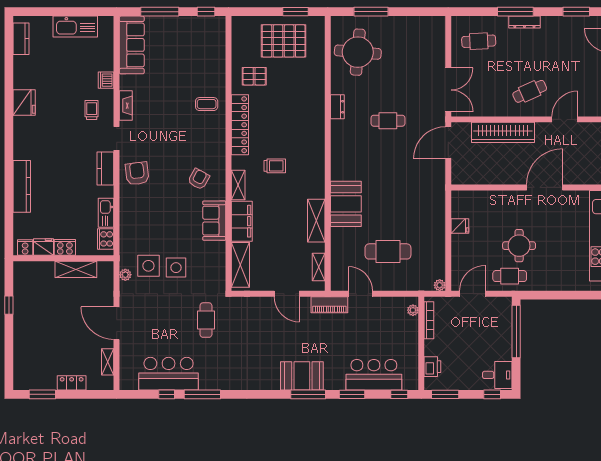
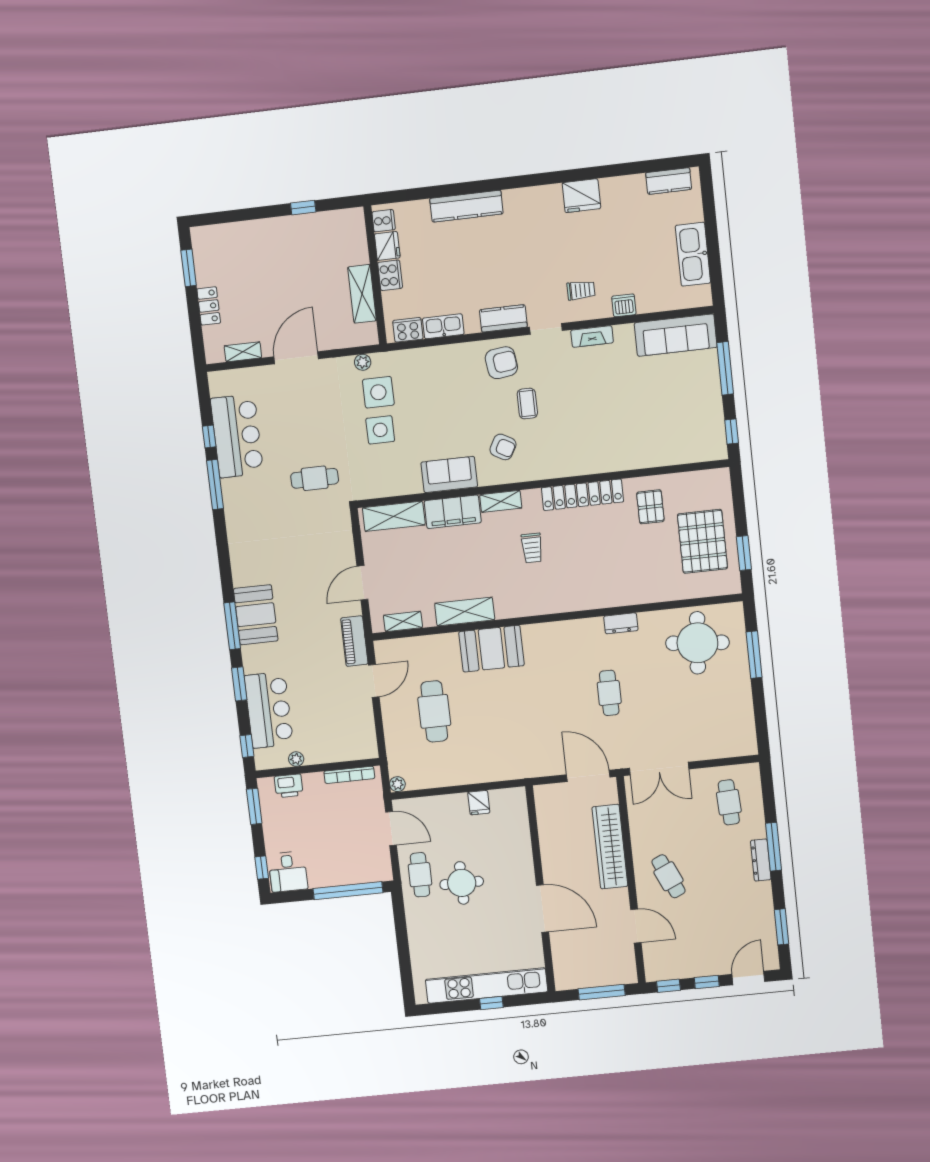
coffee table: (207, 104) -> (527, 404), moved
plant: (413, 310) -> (296, 759), moved

